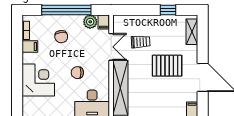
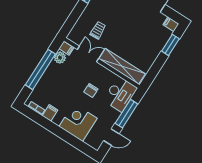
chair: (61, 37) -> (57, 86), removed
pallet: (167, 66) -> (128, 22), removed

